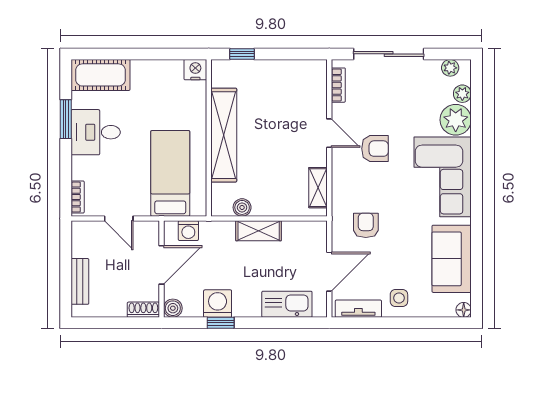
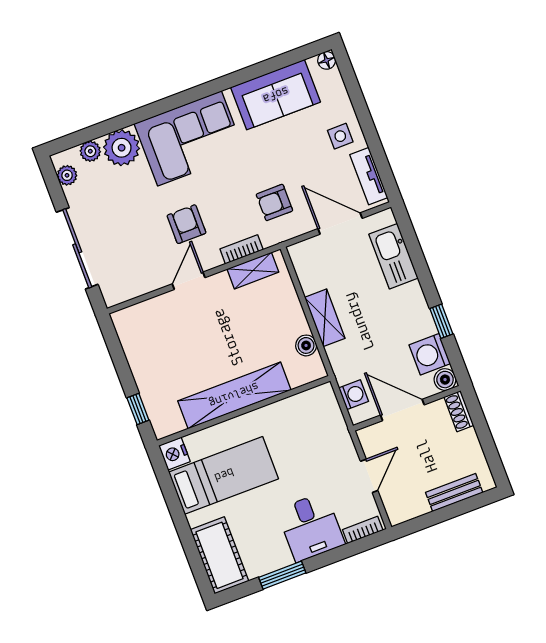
bookcase: (338, 85) -> (242, 249), moved
desk: (96, 132) -> (311, 527), moved
bed: (170, 173) -> (224, 475), moved, turned 180
washing machine: (218, 304) -> (430, 354), moved

